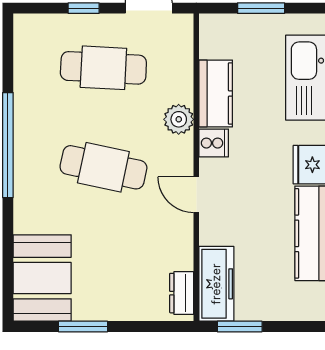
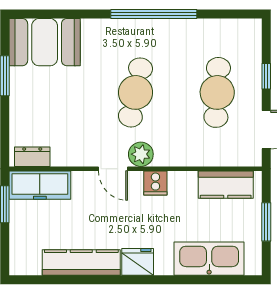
kitchen counter: (216, 93) -> (226, 185), moved
plant: (179, 119) -> (141, 154), moved
door: (196, 195) -> (113, 169), swing flipped

